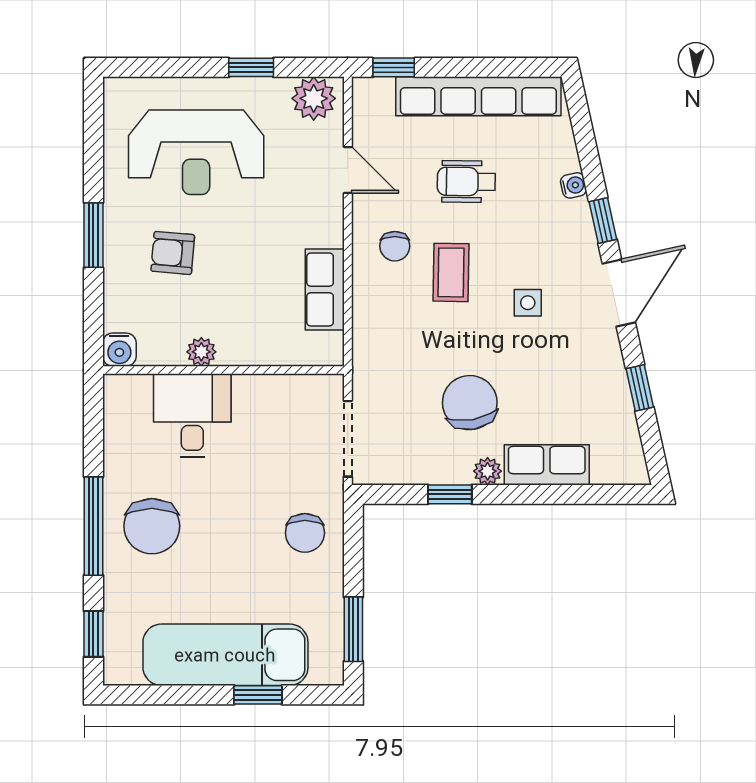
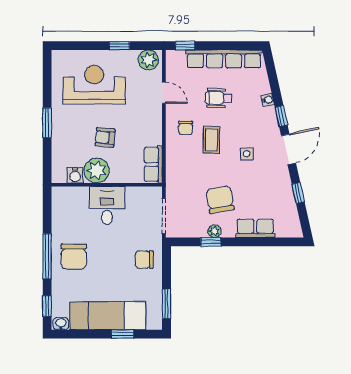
reception desk: (196, 152) -> (94, 85), turned 180
armchair: (173, 253) -> (105, 137), moved
row of seats: (325, 289) -> (153, 164), moved
water cooler: (119, 350) -> (75, 175), moved
plant: (201, 352) -> (97, 170), width x1.88, depth x1.88
desk: (192, 415) -> (107, 206), moved
plant: (488, 471) -> (214, 231), moved
chair: (305, 533) -> (144, 260), turned 90
washbasin: (123, 672) -> (61, 324), added

